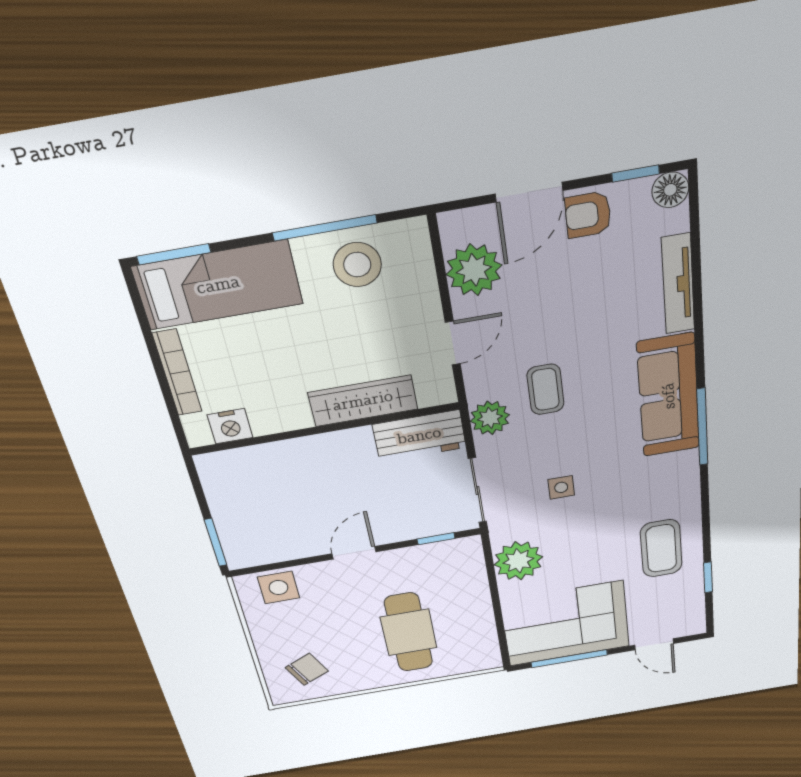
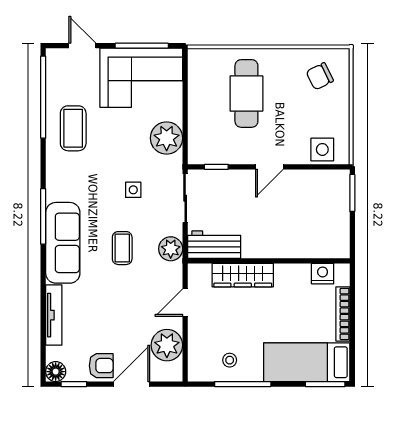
stool: (357, 265) -> (230, 360), width x0.53, depth x0.53
coffee table: (545, 389) -> (122, 248), moved
window: (708, 577) -> (43, 97), width x3.17

